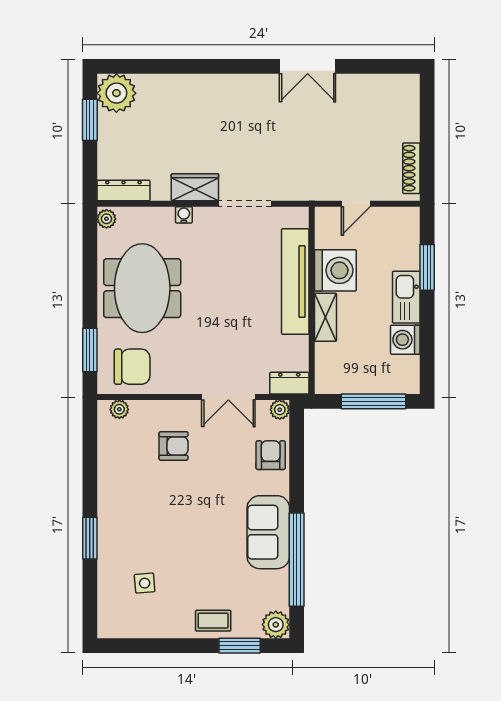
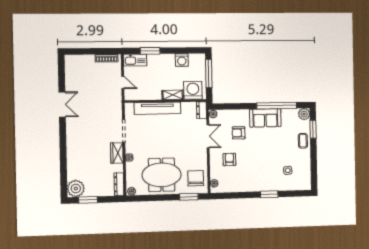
washing machine: (335, 270) -> (193, 90), moved
kitchen sink: (406, 297) -> (135, 60), moved
armchair: (271, 455) -> (239, 133), moved

